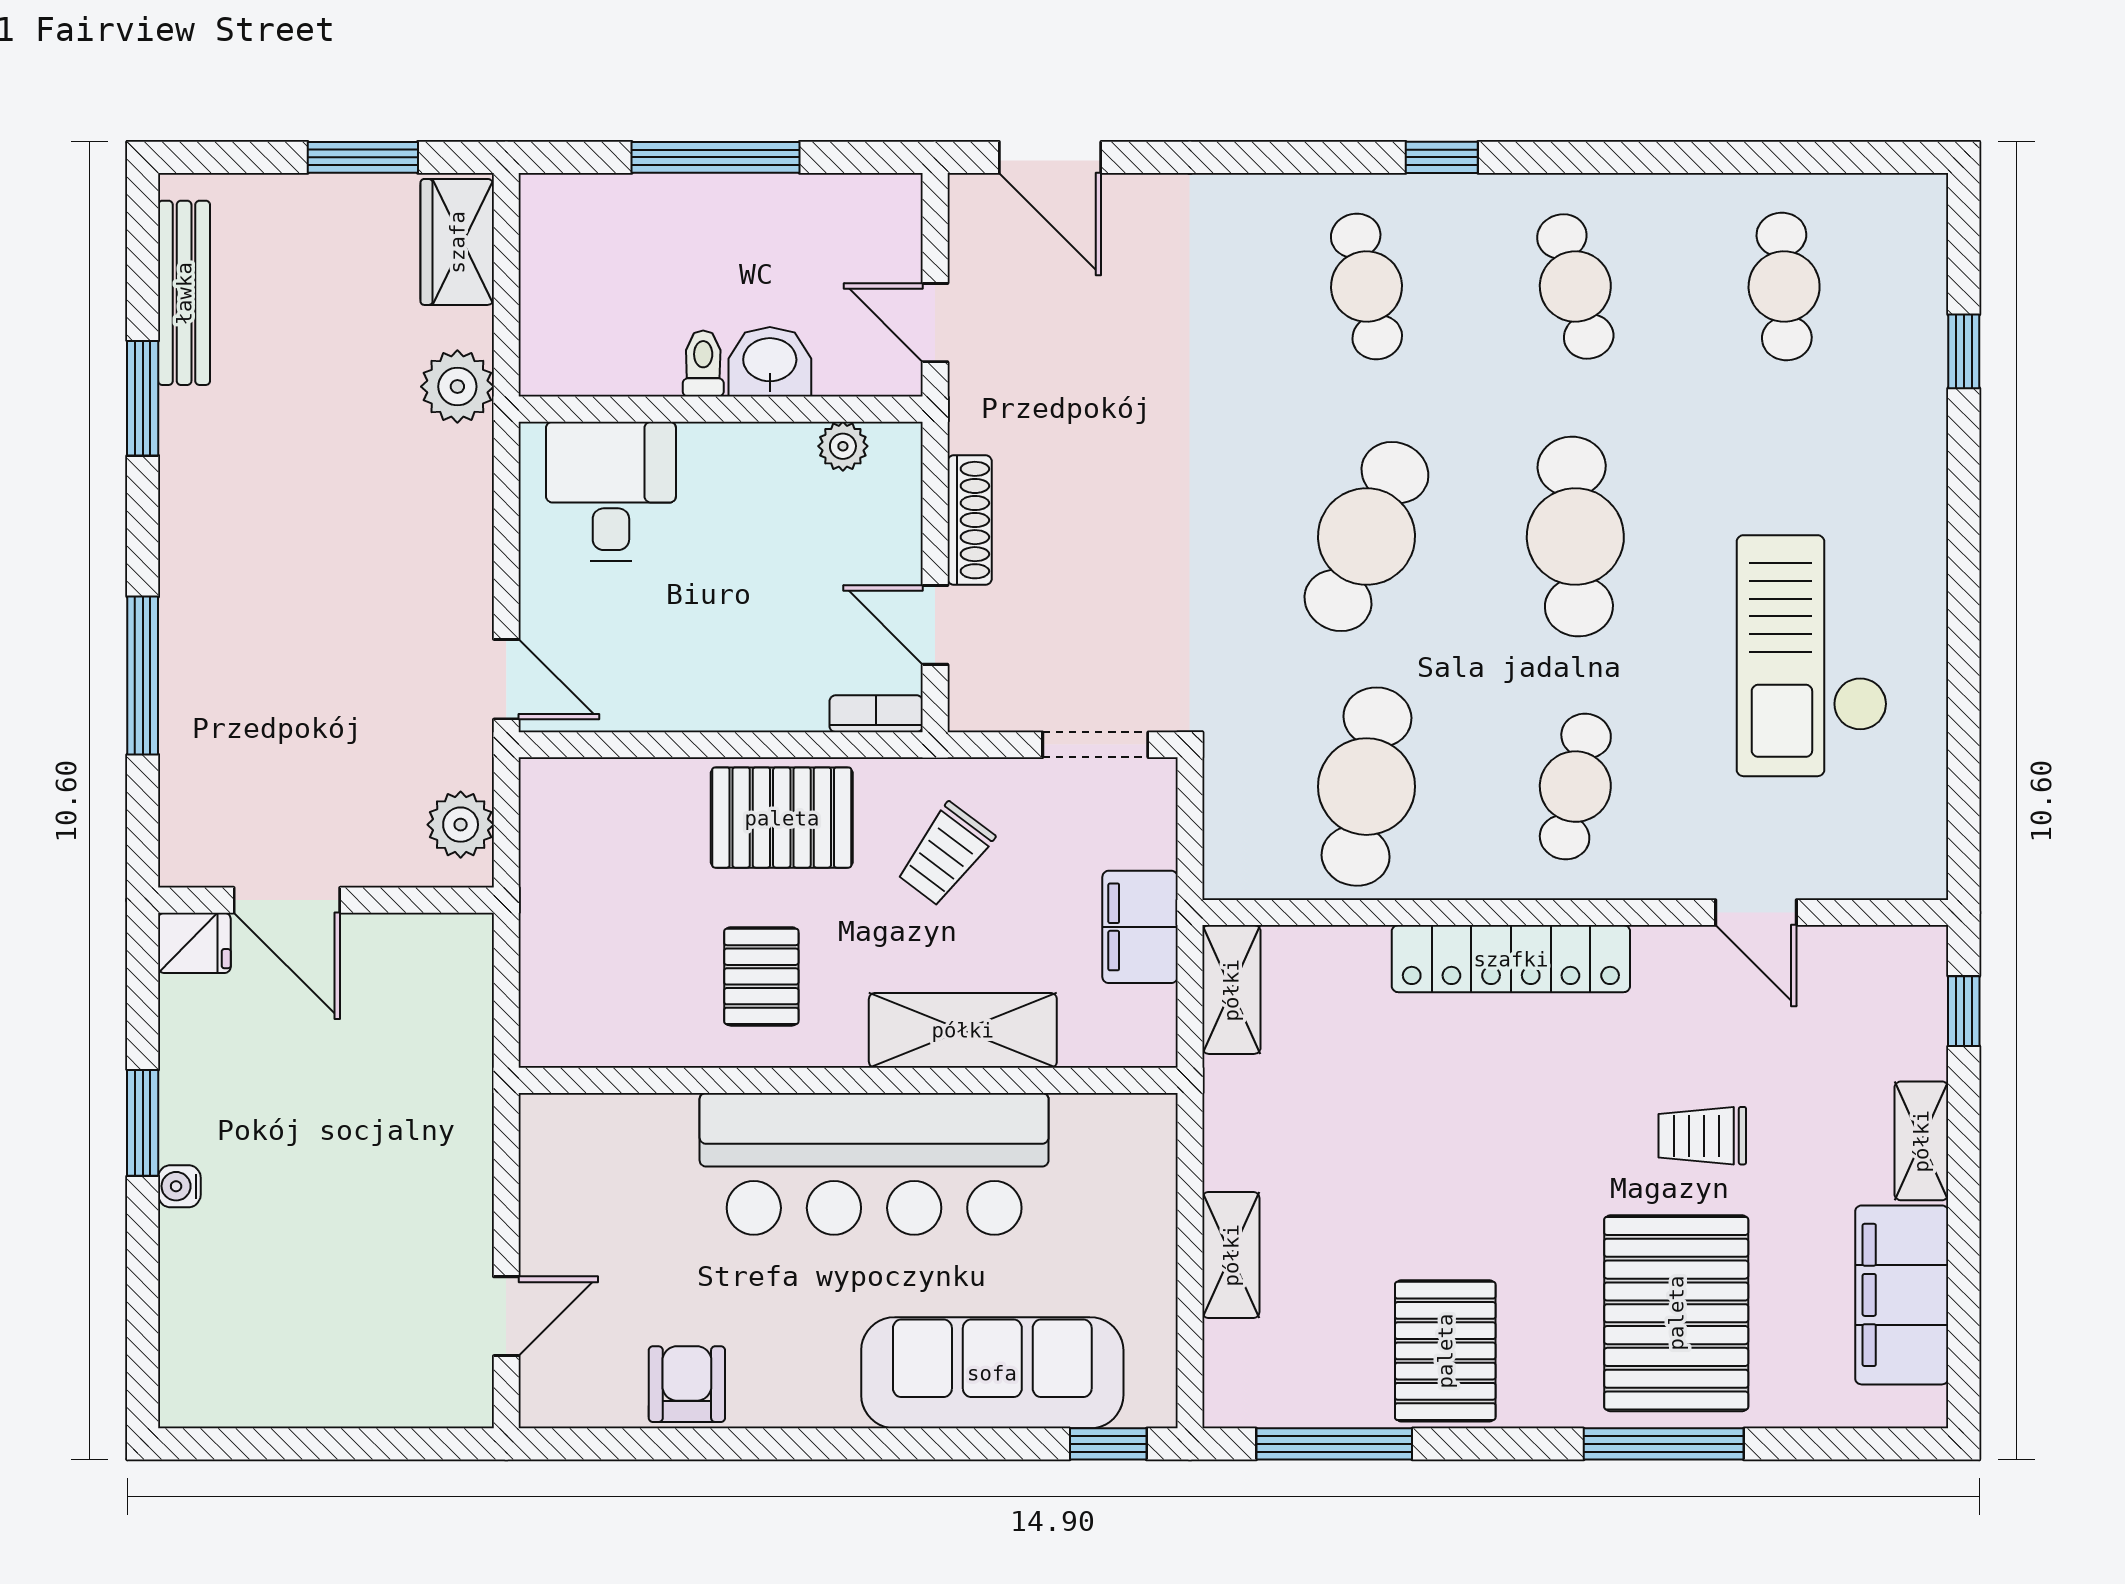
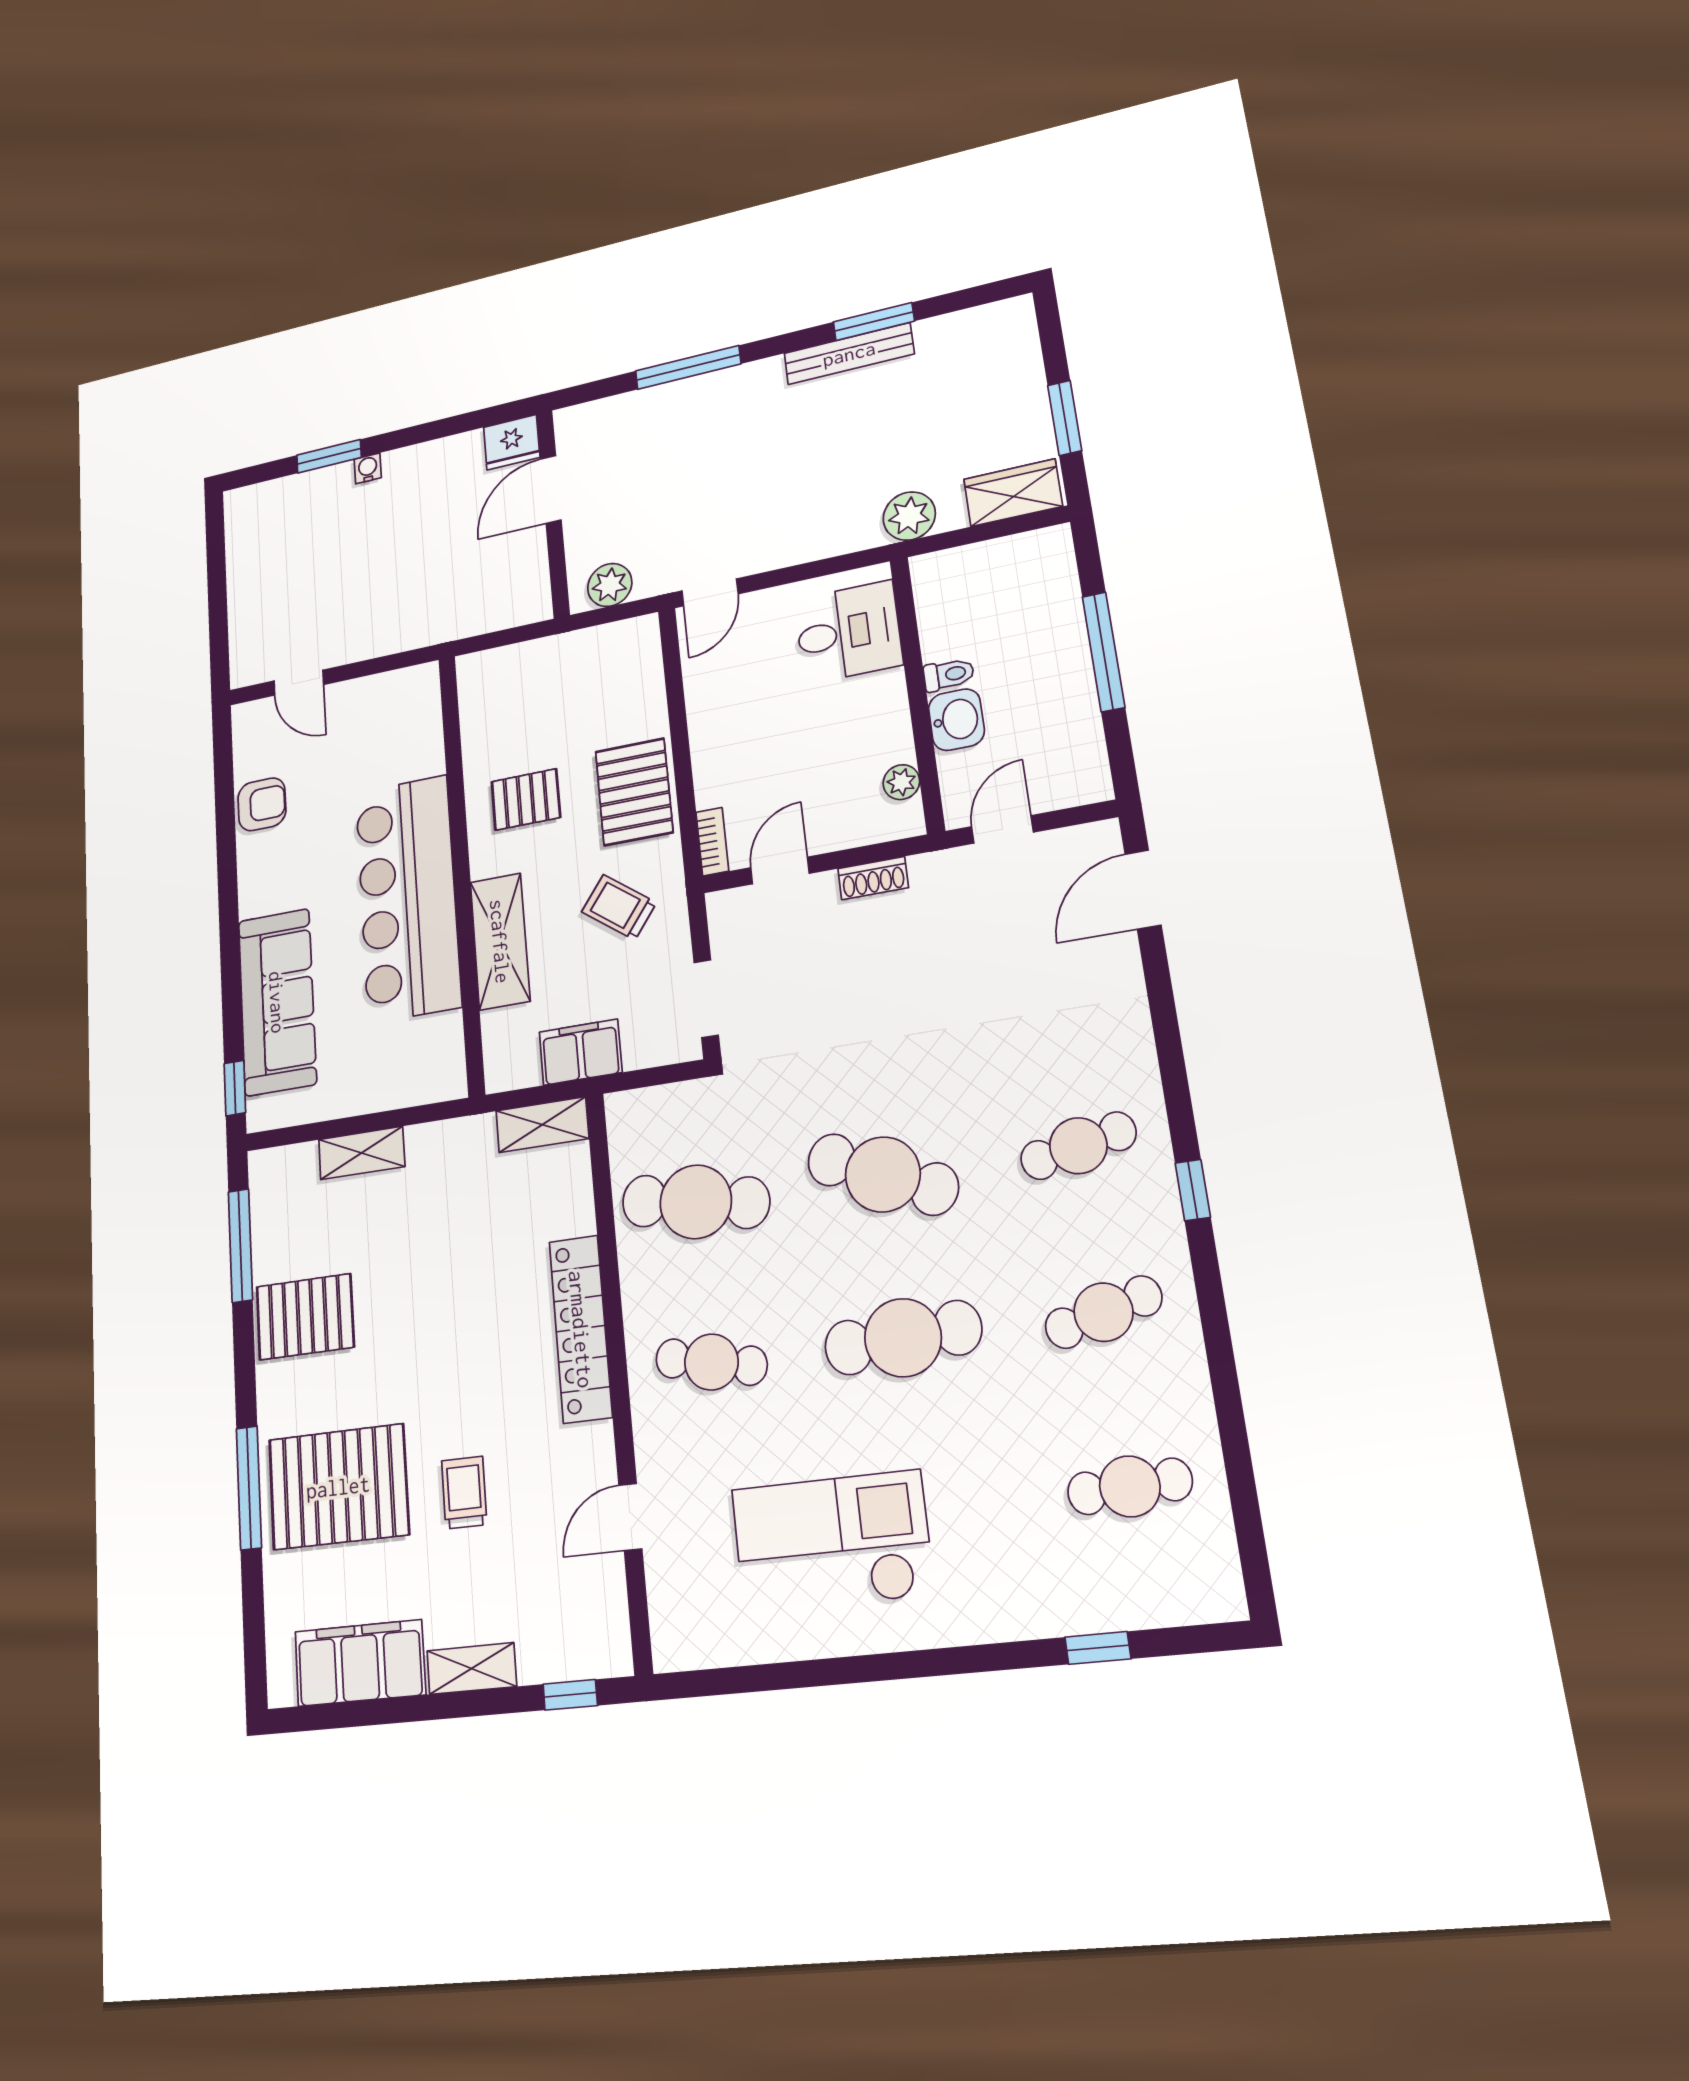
bench: (184, 293) -> (849, 354), moved
shoe rack: (970, 520) -> (873, 878), width x0.70
fridge: (194, 943) -> (512, 442), width x1.38
window: (143, 1123) -> (329, 456), moved

